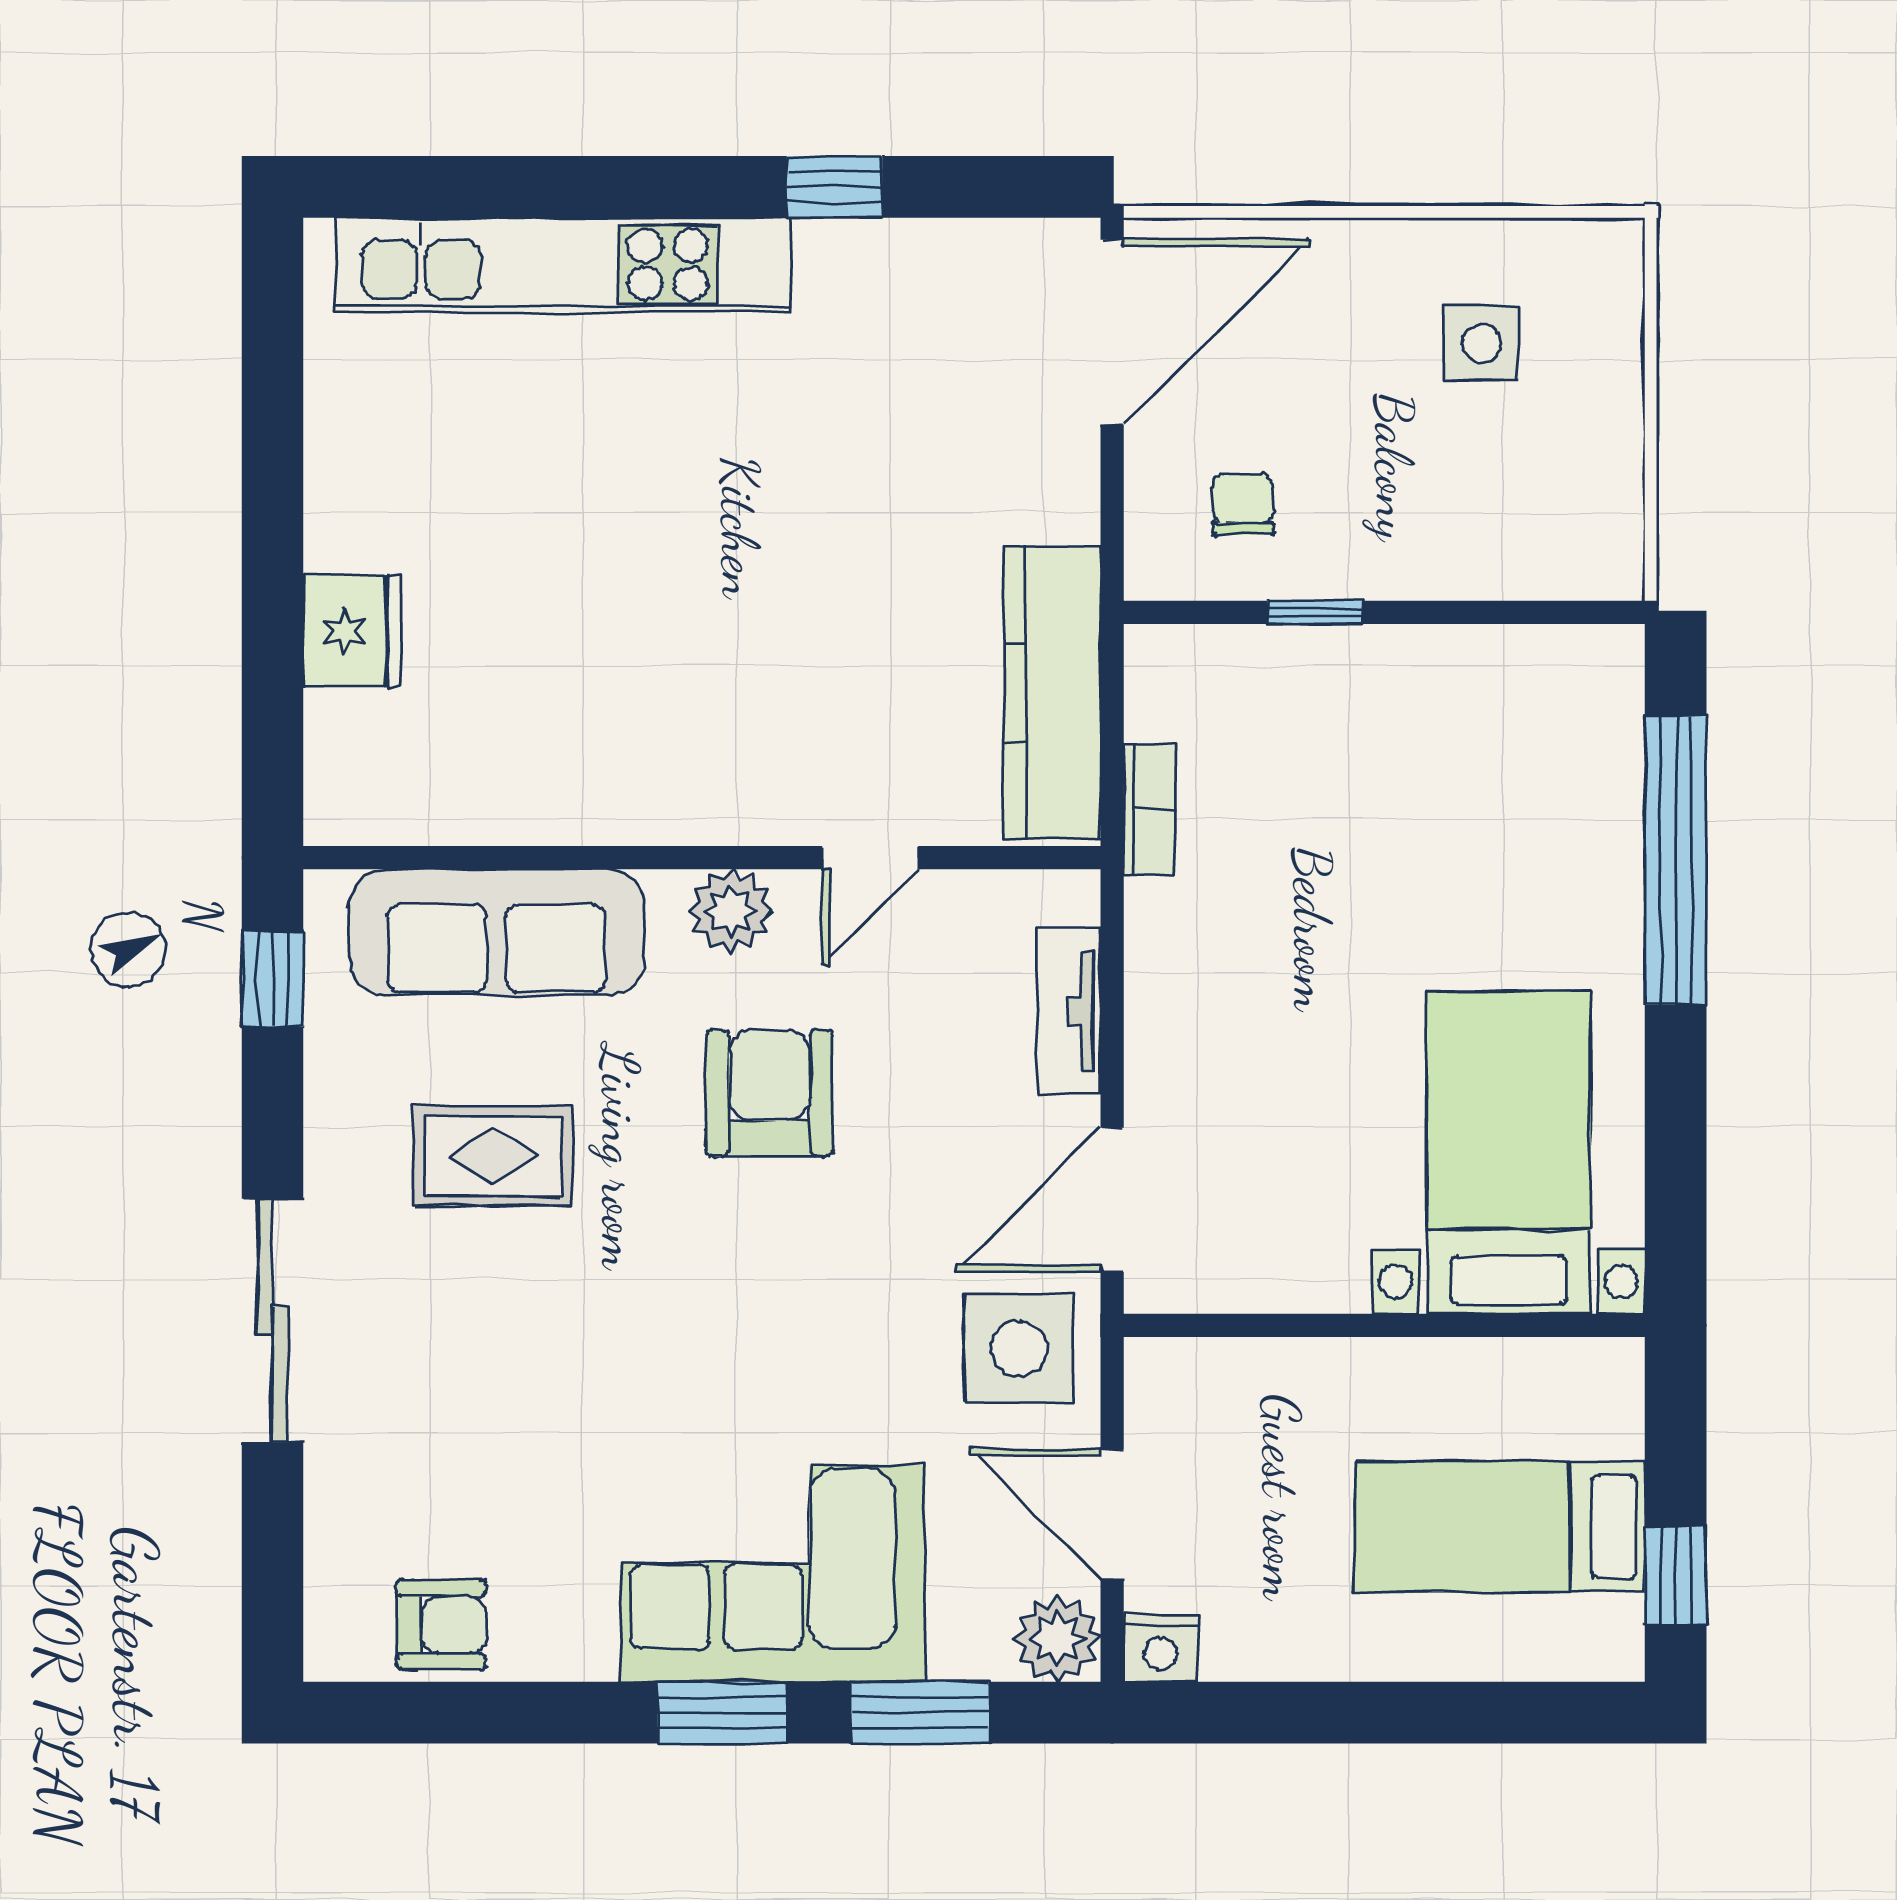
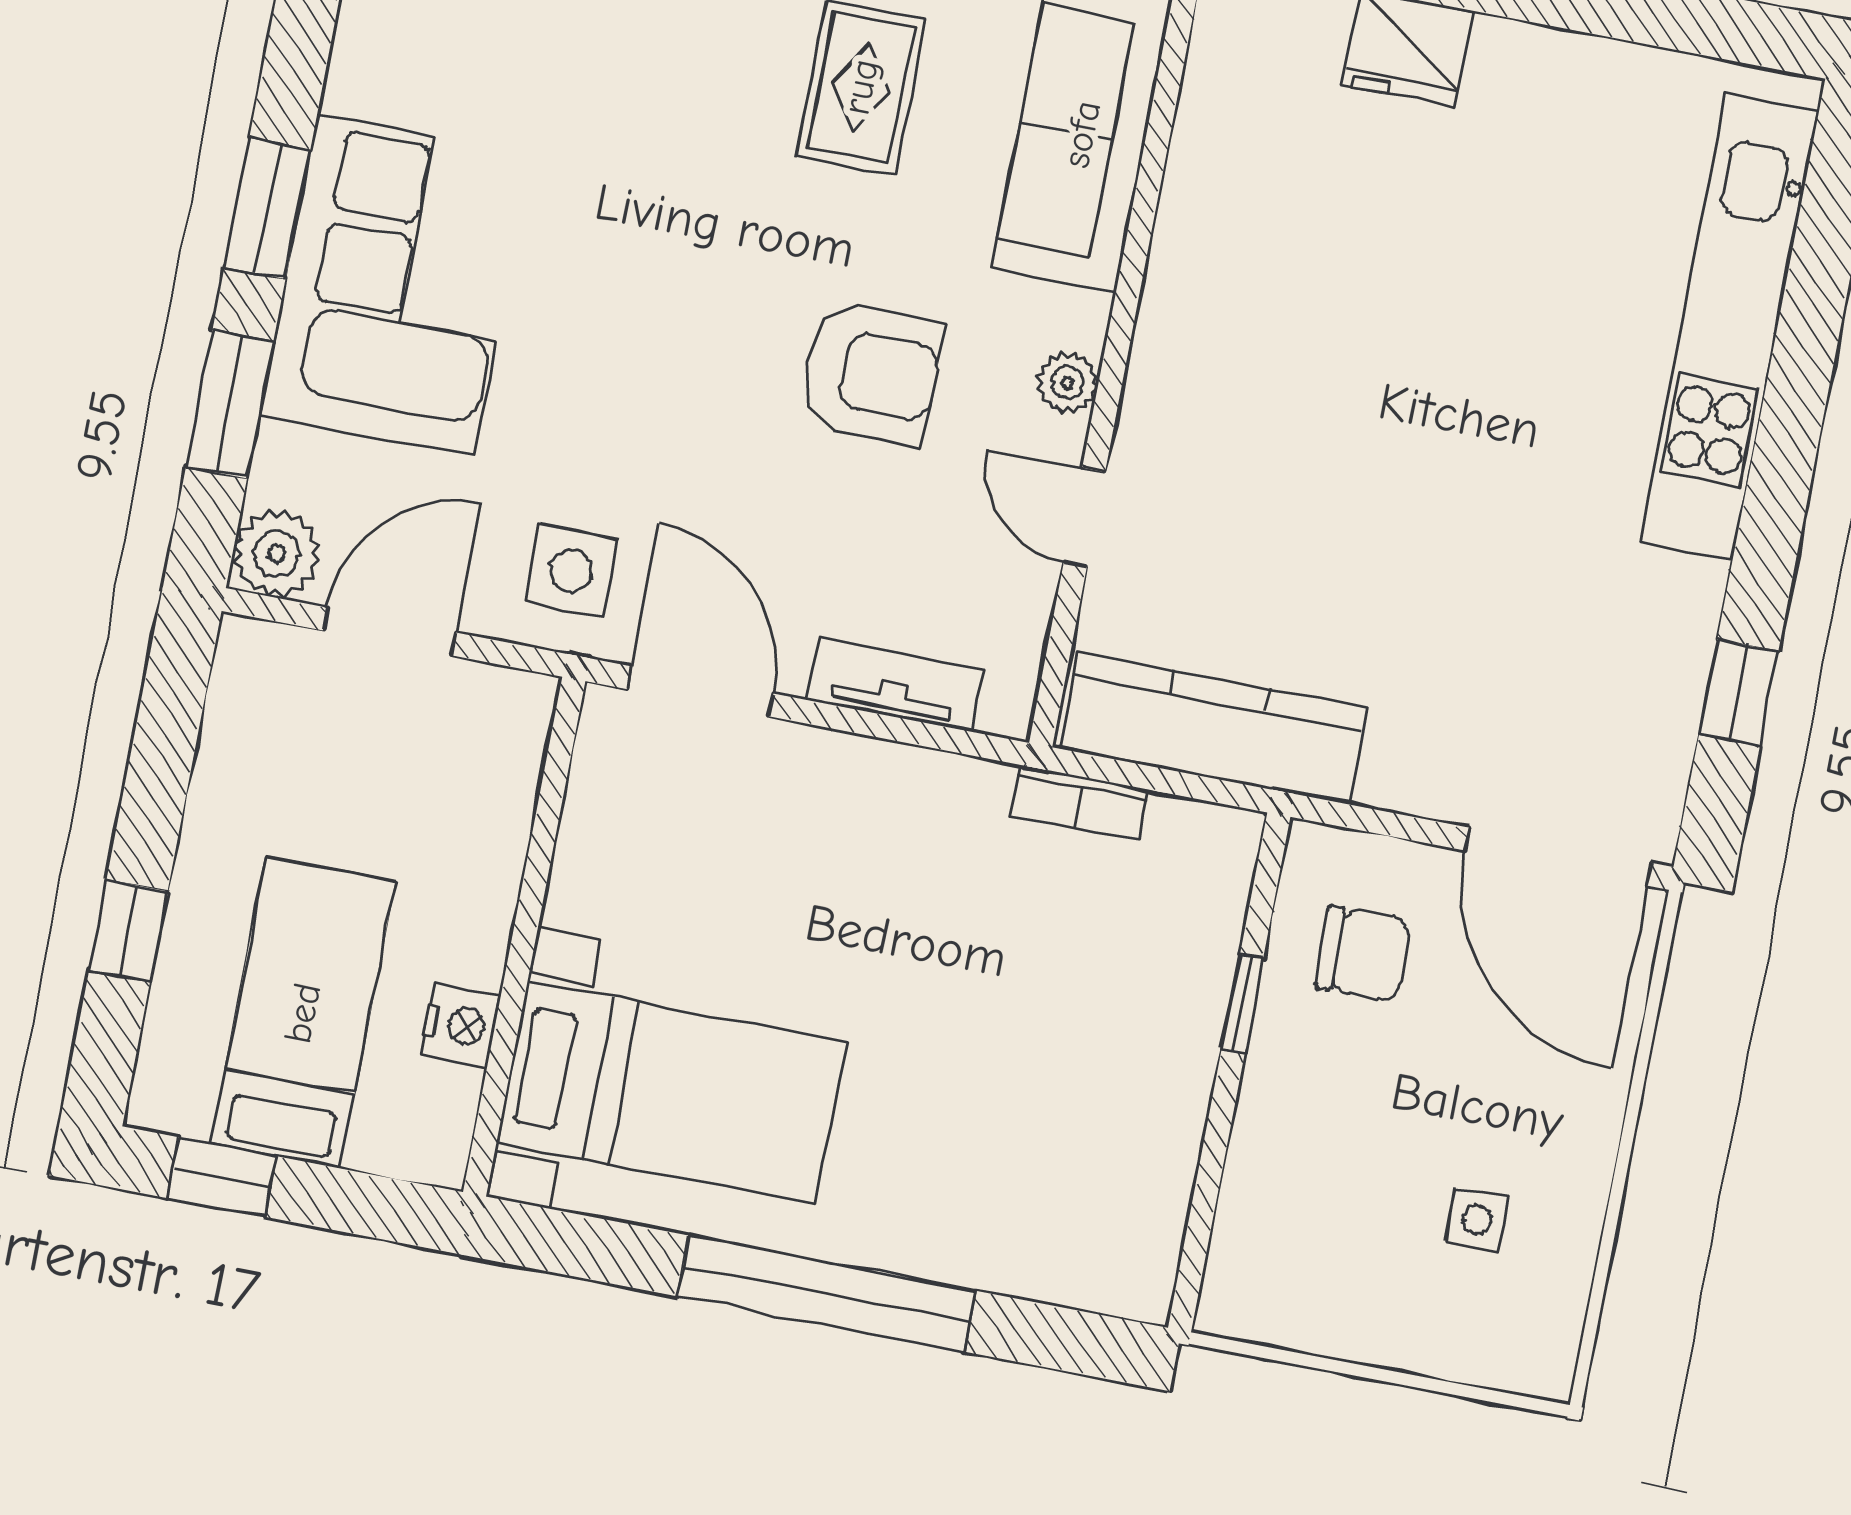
window: (834, 187) -> (1739, 692), moved
side table: (1482, 343) -> (1477, 1220), width x0.73, depth x0.73
chair: (1243, 504) -> (1363, 953), width x1.37, depth x1.37
window: (1676, 860) -> (826, 1293), moved
plant: (731, 911) -> (1068, 383), width x0.73, depth x0.73
side table: (1019, 1348) -> (571, 571), width x0.73, depth x0.73
nightstand: (1160, 1648) -> (461, 1026), moved, turned 180
window: (1453, 1713) -> (128, 931), added

